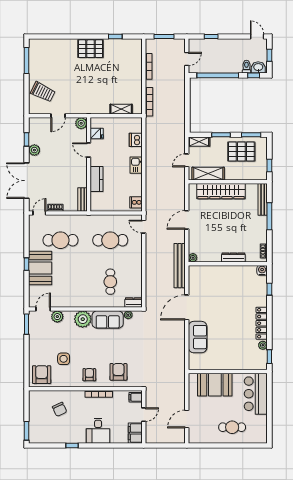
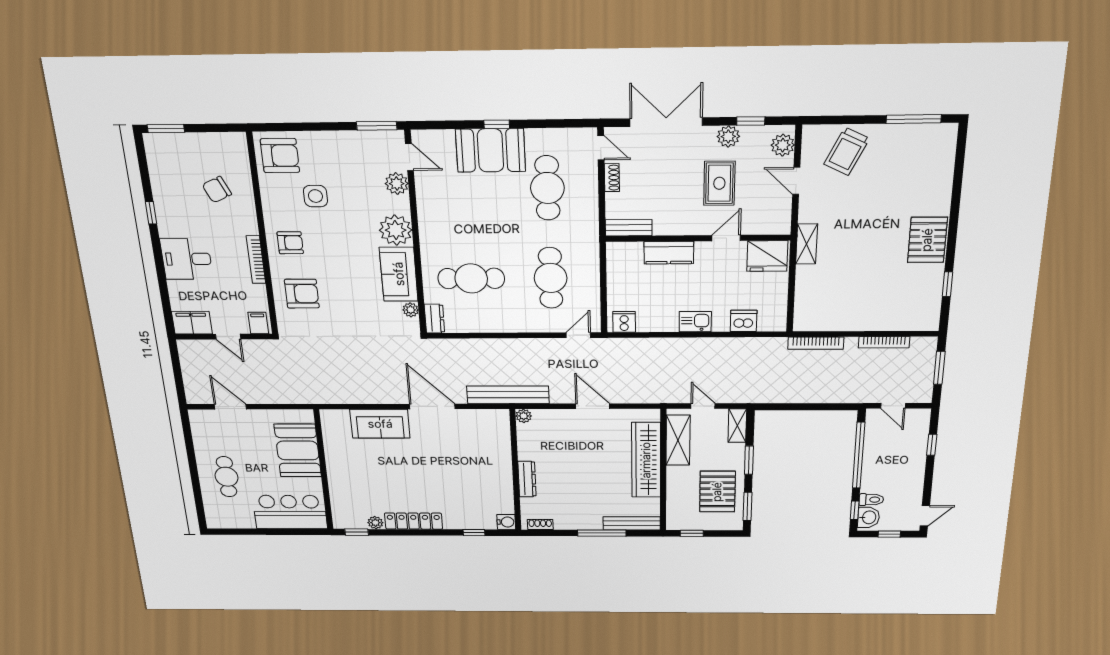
shelving: (121, 109) -> (807, 244), moved
plant: (81, 123) -> (783, 145), moved
fridge: (97, 134) -> (767, 256), width x1.88, depth x1.34
rug: (59, 154) -> (719, 183), added
cafe table: (110, 282) -> (471, 278), width x1.37, depth x1.35

